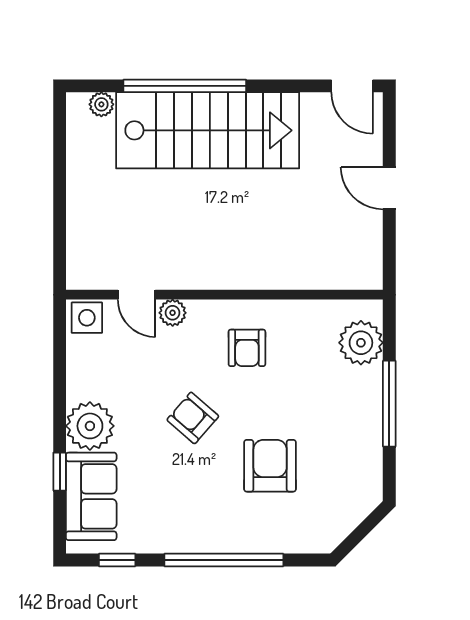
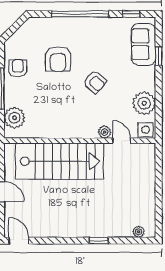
window: (185, 86) -> (99, 241), width x0.32
stairs: (208, 130) -> (60, 161), moved, turned 180
armchair: (247, 348) -> (18, 68), moved
plant: (90, 426) -> (144, 103), moved

